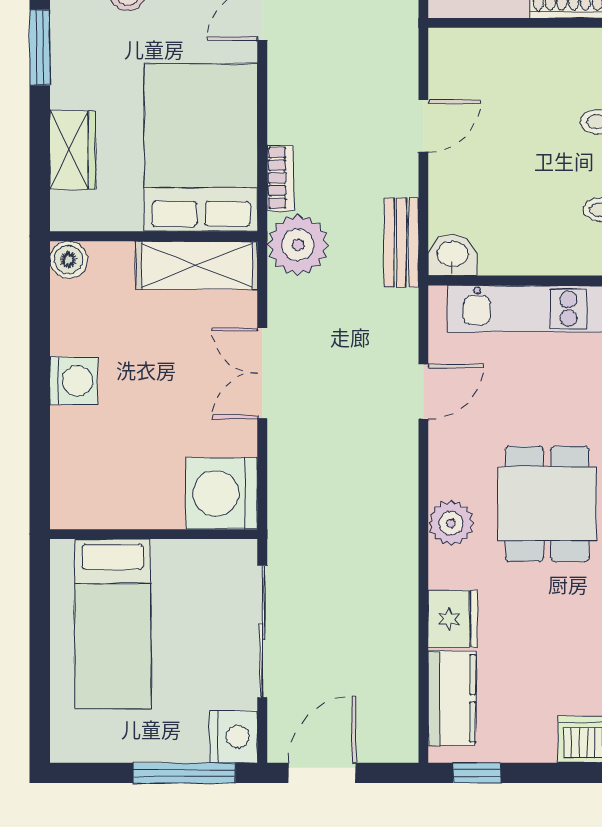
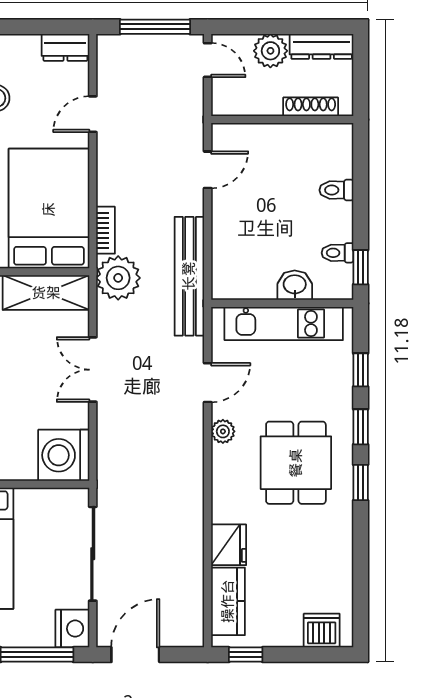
door: (423, 126) -> (208, 170), moved
bench: (401, 243) -> (189, 276), width x1.86, depth x1.21
washbasin: (453, 255) -> (295, 285), moved
plant: (451, 523) -> (223, 431), moved, width x0.73, depth x0.73

